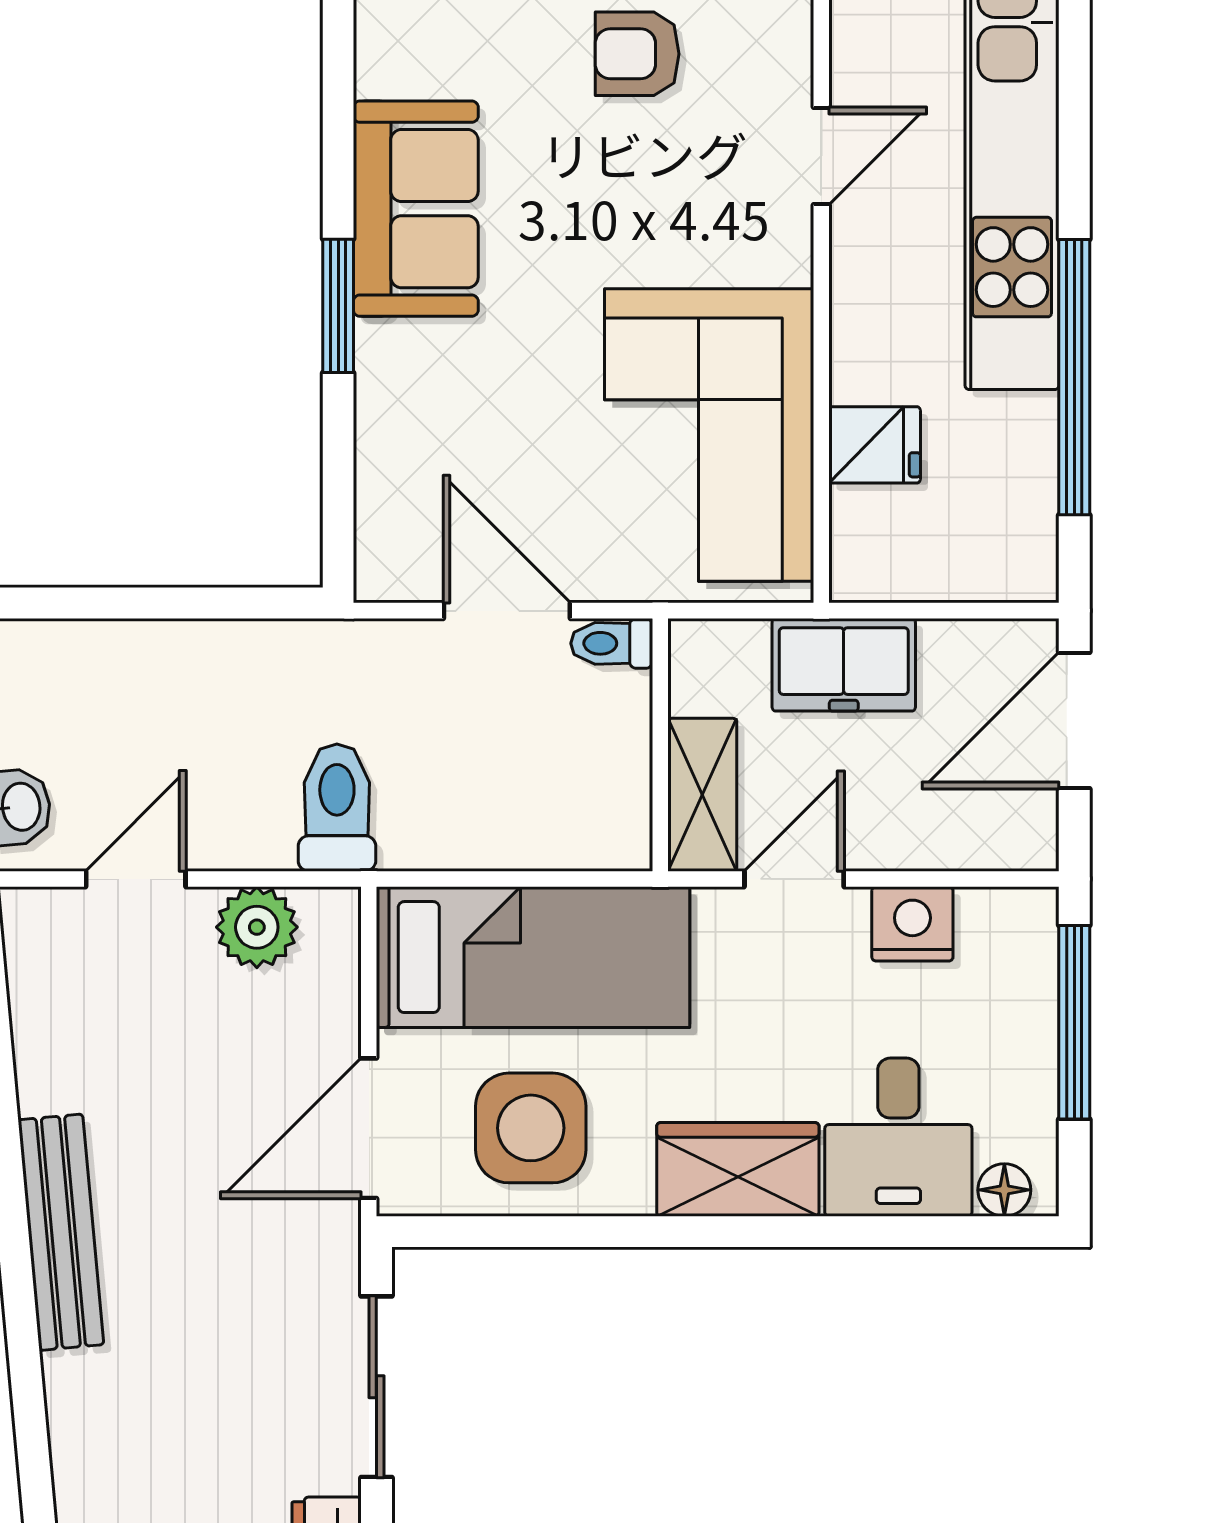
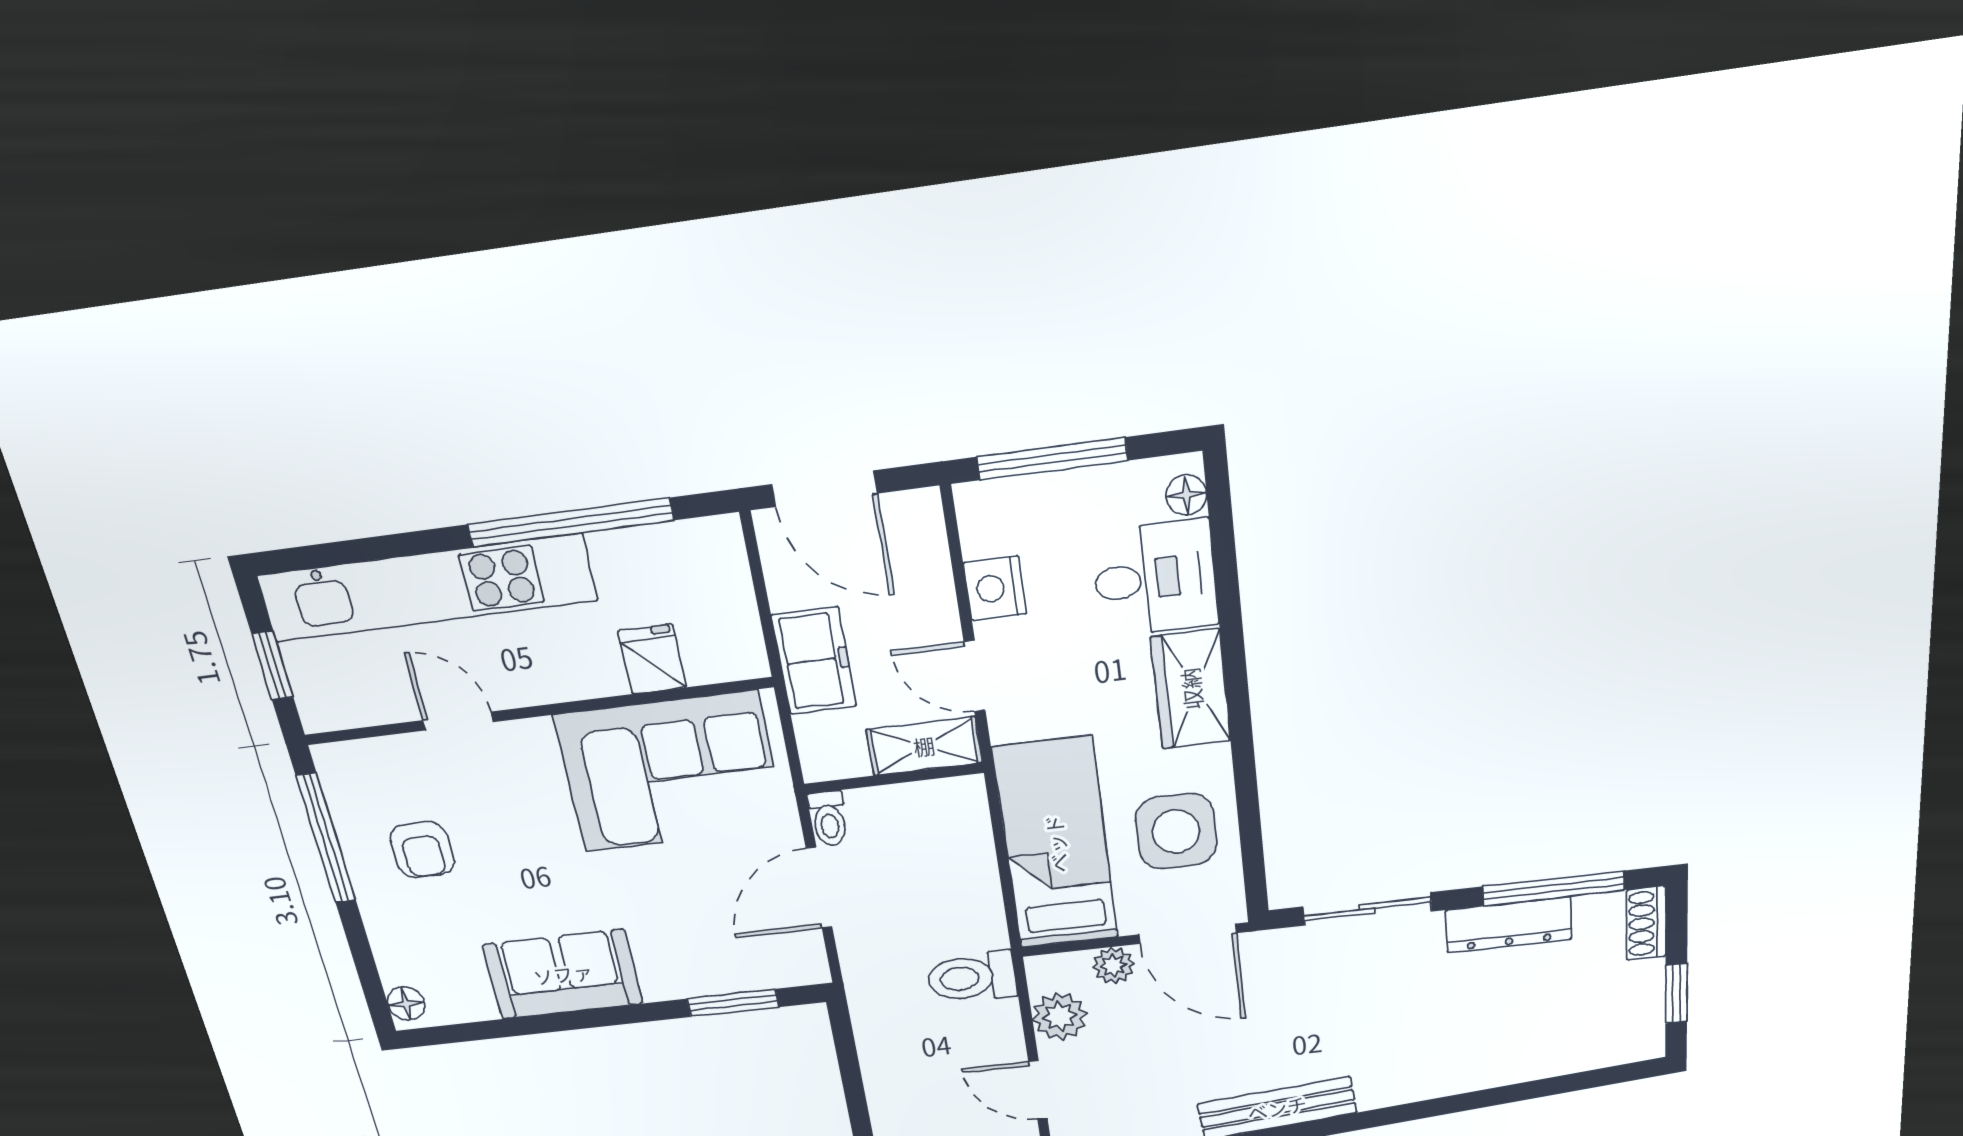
window: (338, 306) -> (733, 1003), moved
plant: (331, 1016) -> (1113, 965), added

